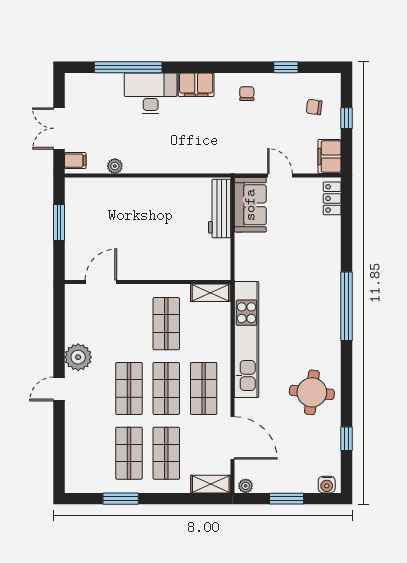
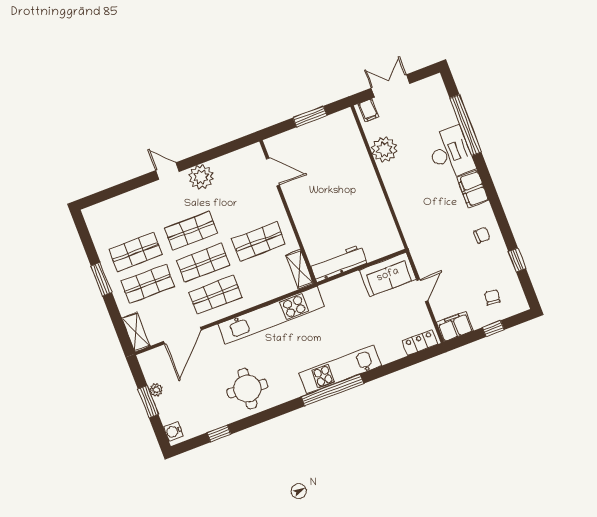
plant: (115, 166) -> (384, 149), width x1.87, depth x1.87
workbench: (220, 208) -> (338, 263), moved
kitchen unit: (329, 290) -> (340, 370), added
plant: (246, 486) -> (156, 390), moved
window: (121, 499) -> (101, 279), moved

